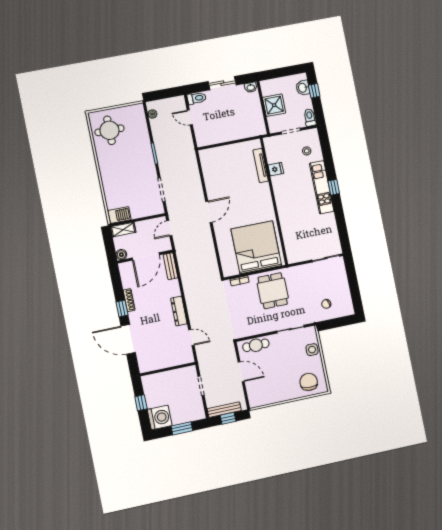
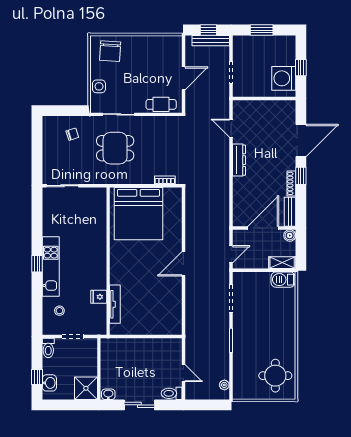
shower: (274, 105) -> (86, 388), moved
bench: (170, 266) -> (290, 212), moved
dining table: (273, 291) -> (115, 148), moved, turned 90
door: (128, 339) -> (301, 140), hinge flipped
door: (241, 372) -> (183, 78), swing flipped
washing machine: (160, 417) -> (284, 78), moved

